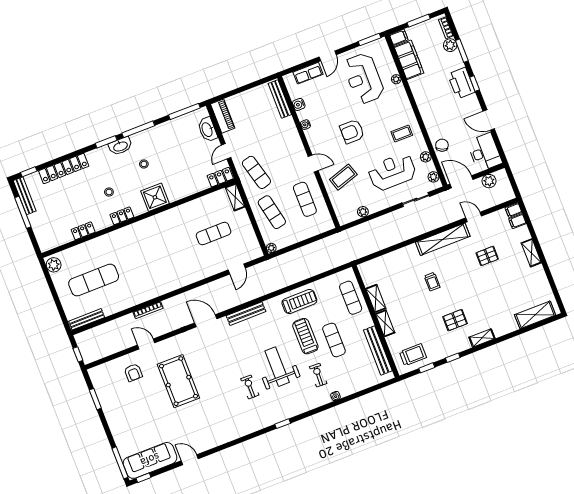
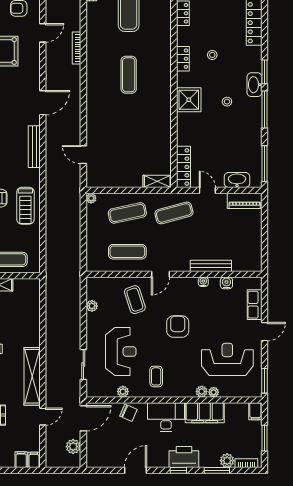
door: (328, 56) -> (265, 332), swing flipped
filing cabinet: (409, 60) -> (205, 413), moved
bench: (280, 99) -> (211, 266), moved
desk: (485, 152) -> (166, 417), moved, turned 180
locker: (220, 177) -> (183, 167), width x1.53
plant: (433, 177) -> (202, 392), moved
exercise mat: (214, 234) -> (129, 75), moved

